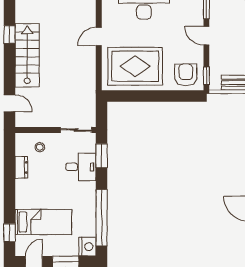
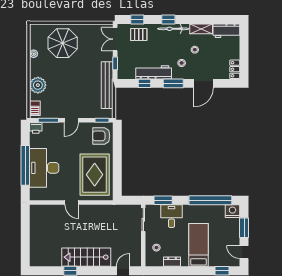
bed: (43, 222) -> (198, 245), moved

